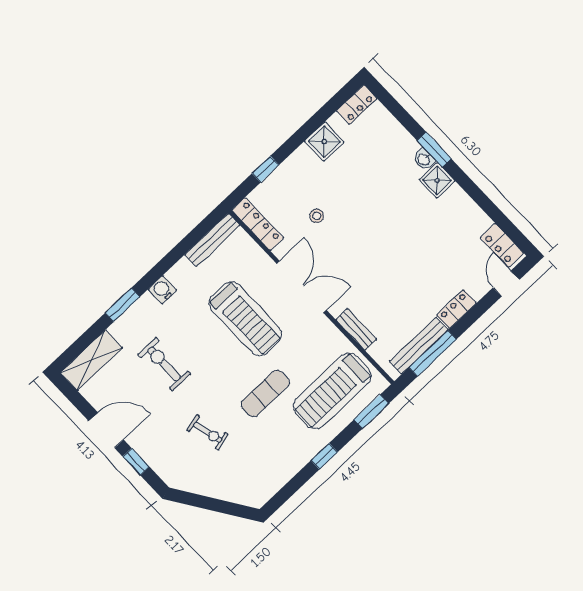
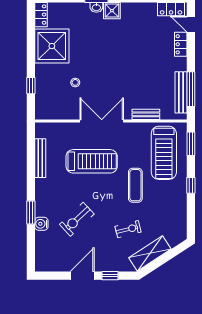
shower: (324, 142) -> (52, 46), width x1.86, depth x1.86
locker: (258, 224) -> (53, 114), removed
bench: (212, 240) -> (40, 158), moved
water cooler: (162, 290) -> (41, 224), moved
locker: (456, 309) -> (181, 44), moved
shelving: (91, 360) -> (150, 253), moved, turned 57
exercise bike: (164, 364) -> (77, 219), turned -43

